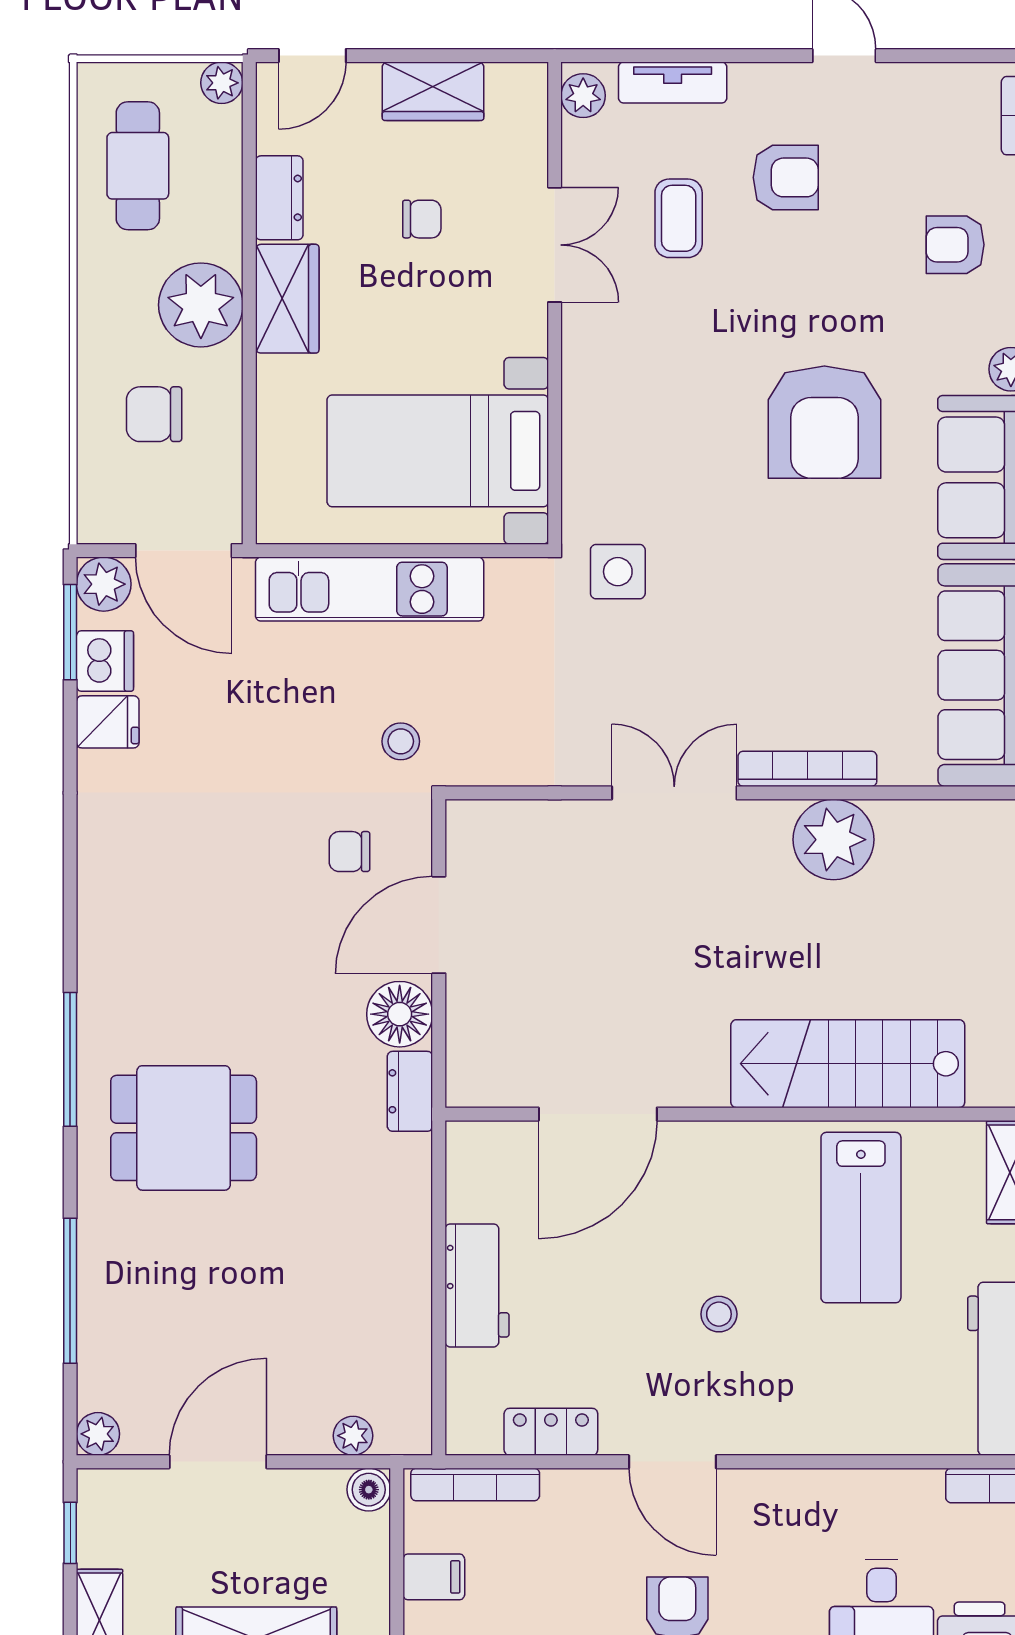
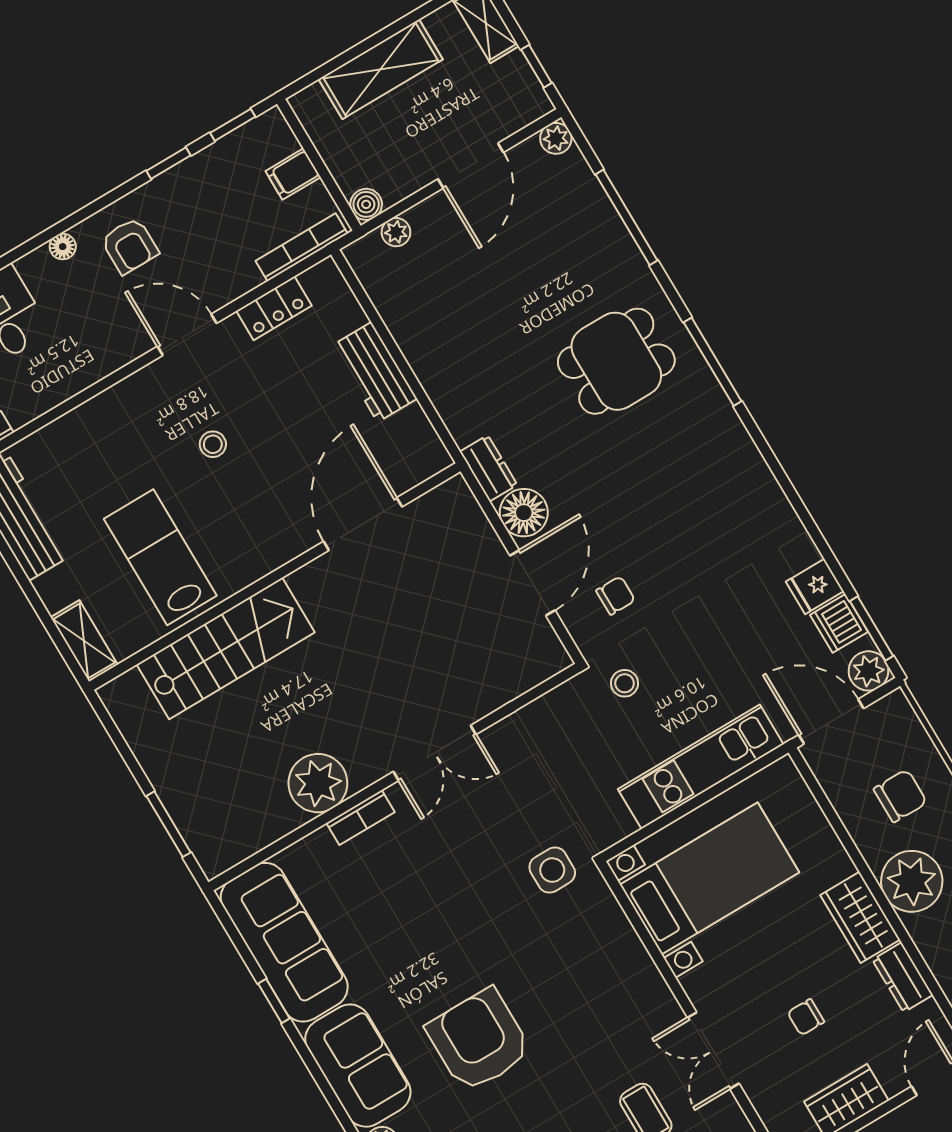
bookcase: (807, 769) -> (361, 817), width x0.64

